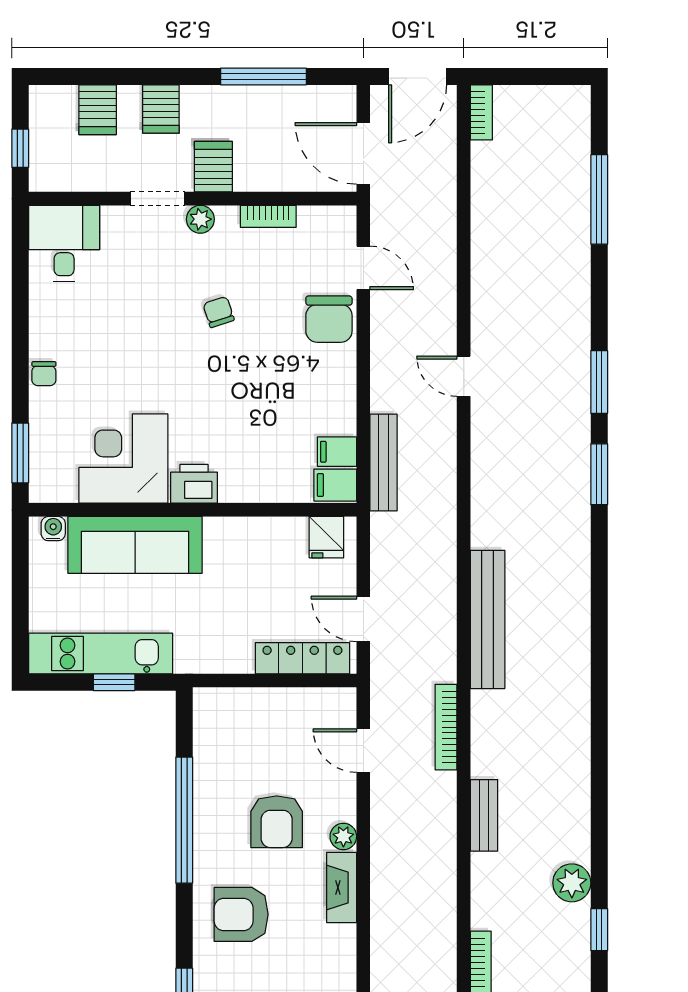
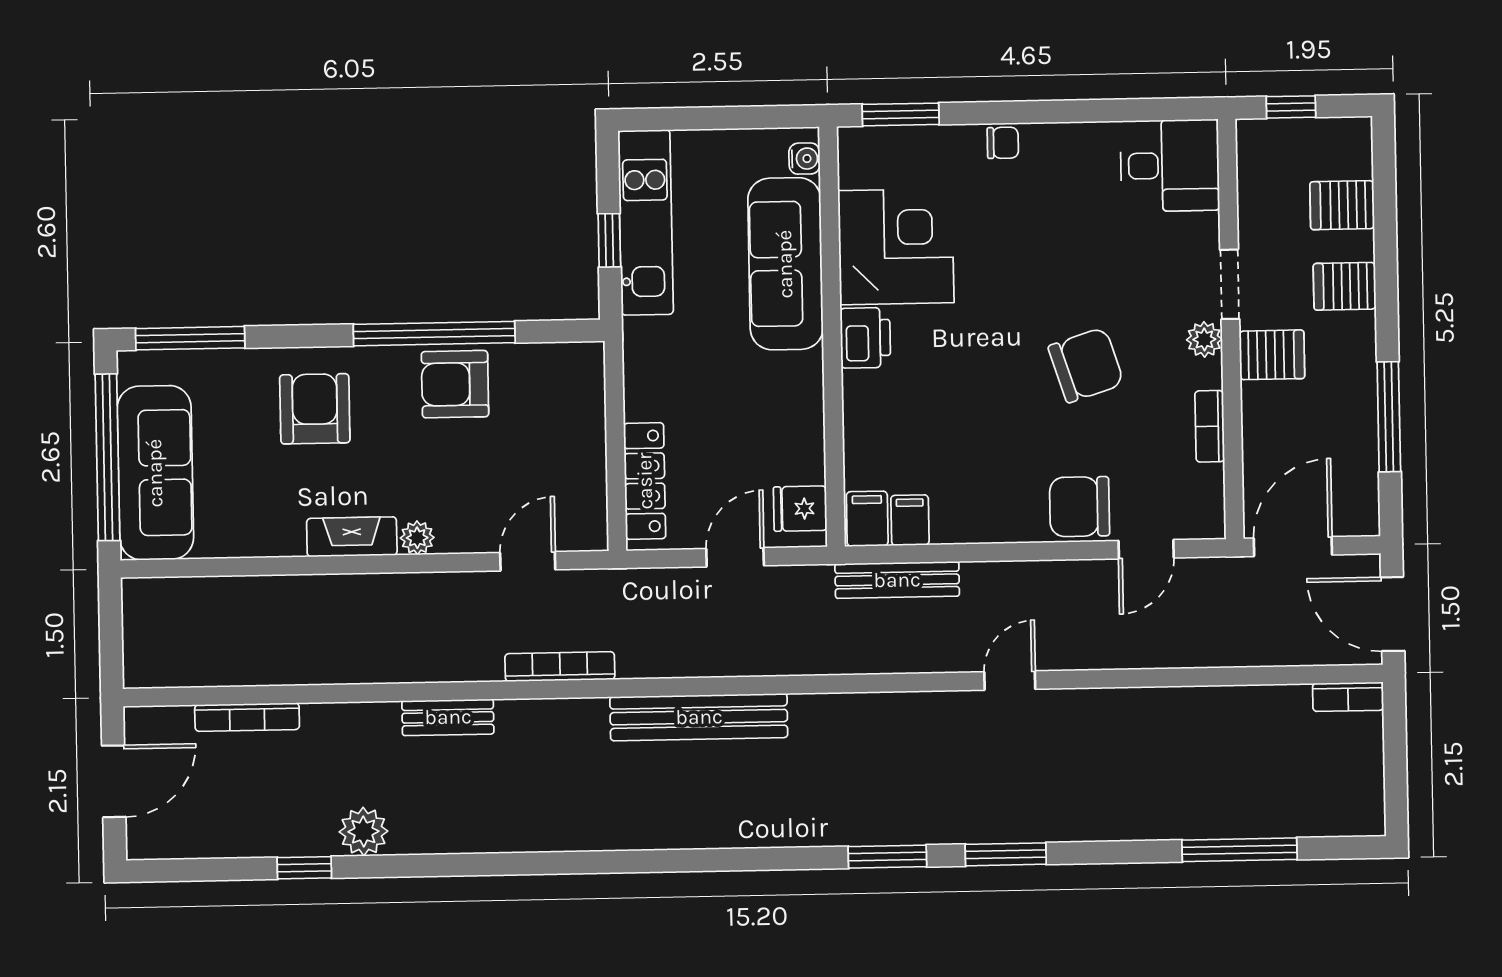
chair: (219, 312) -> (1086, 365), width x1.87, depth x1.87
chair: (44, 374) -> (1003, 143), turned 180
door: (363, 619) -> (735, 557), moved
armchair: (277, 822) -> (455, 384), moved

